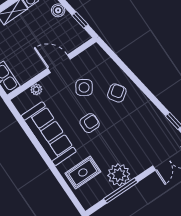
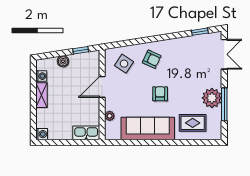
side table: (84, 87) -> (124, 64), moved
armchair: (117, 93) -> (152, 59), turned 150
rug: (83, 172) -> (193, 123), turned 90

